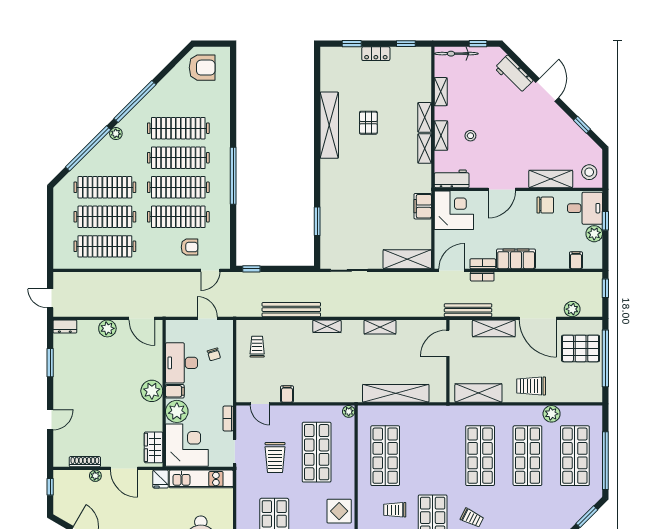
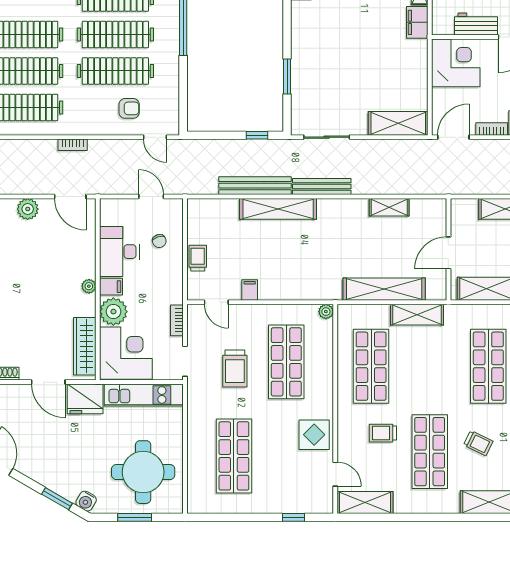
workbench: (452, 179) -> (476, 24), moved
filing cabinet: (423, 206) -> (417, 22), moved
window: (251, 269) -> (257, 135), moved
door: (210, 270) -> (155, 137), hinge flipped
bookcase: (482, 277) -> (73, 145), moved
bench: (468, 310) -> (322, 186), moved
shelving: (327, 326) -> (278, 209), width x2.20, depth x1.33
shelving: (380, 327) -> (389, 207), moved
door: (448, 343) -> (448, 253), moved
trolley: (257, 347) -> (198, 258), moved
plant: (152, 391) -> (89, 286), width x0.53, depth x0.53
shelving: (422, 414) -> (417, 315), added
wardrobe: (154, 447) -> (85, 346), width x1.50
plant: (95, 476) -> (13, 391), removed
fridge: (161, 479) -> (85, 399), width x1.88, depth x1.34

